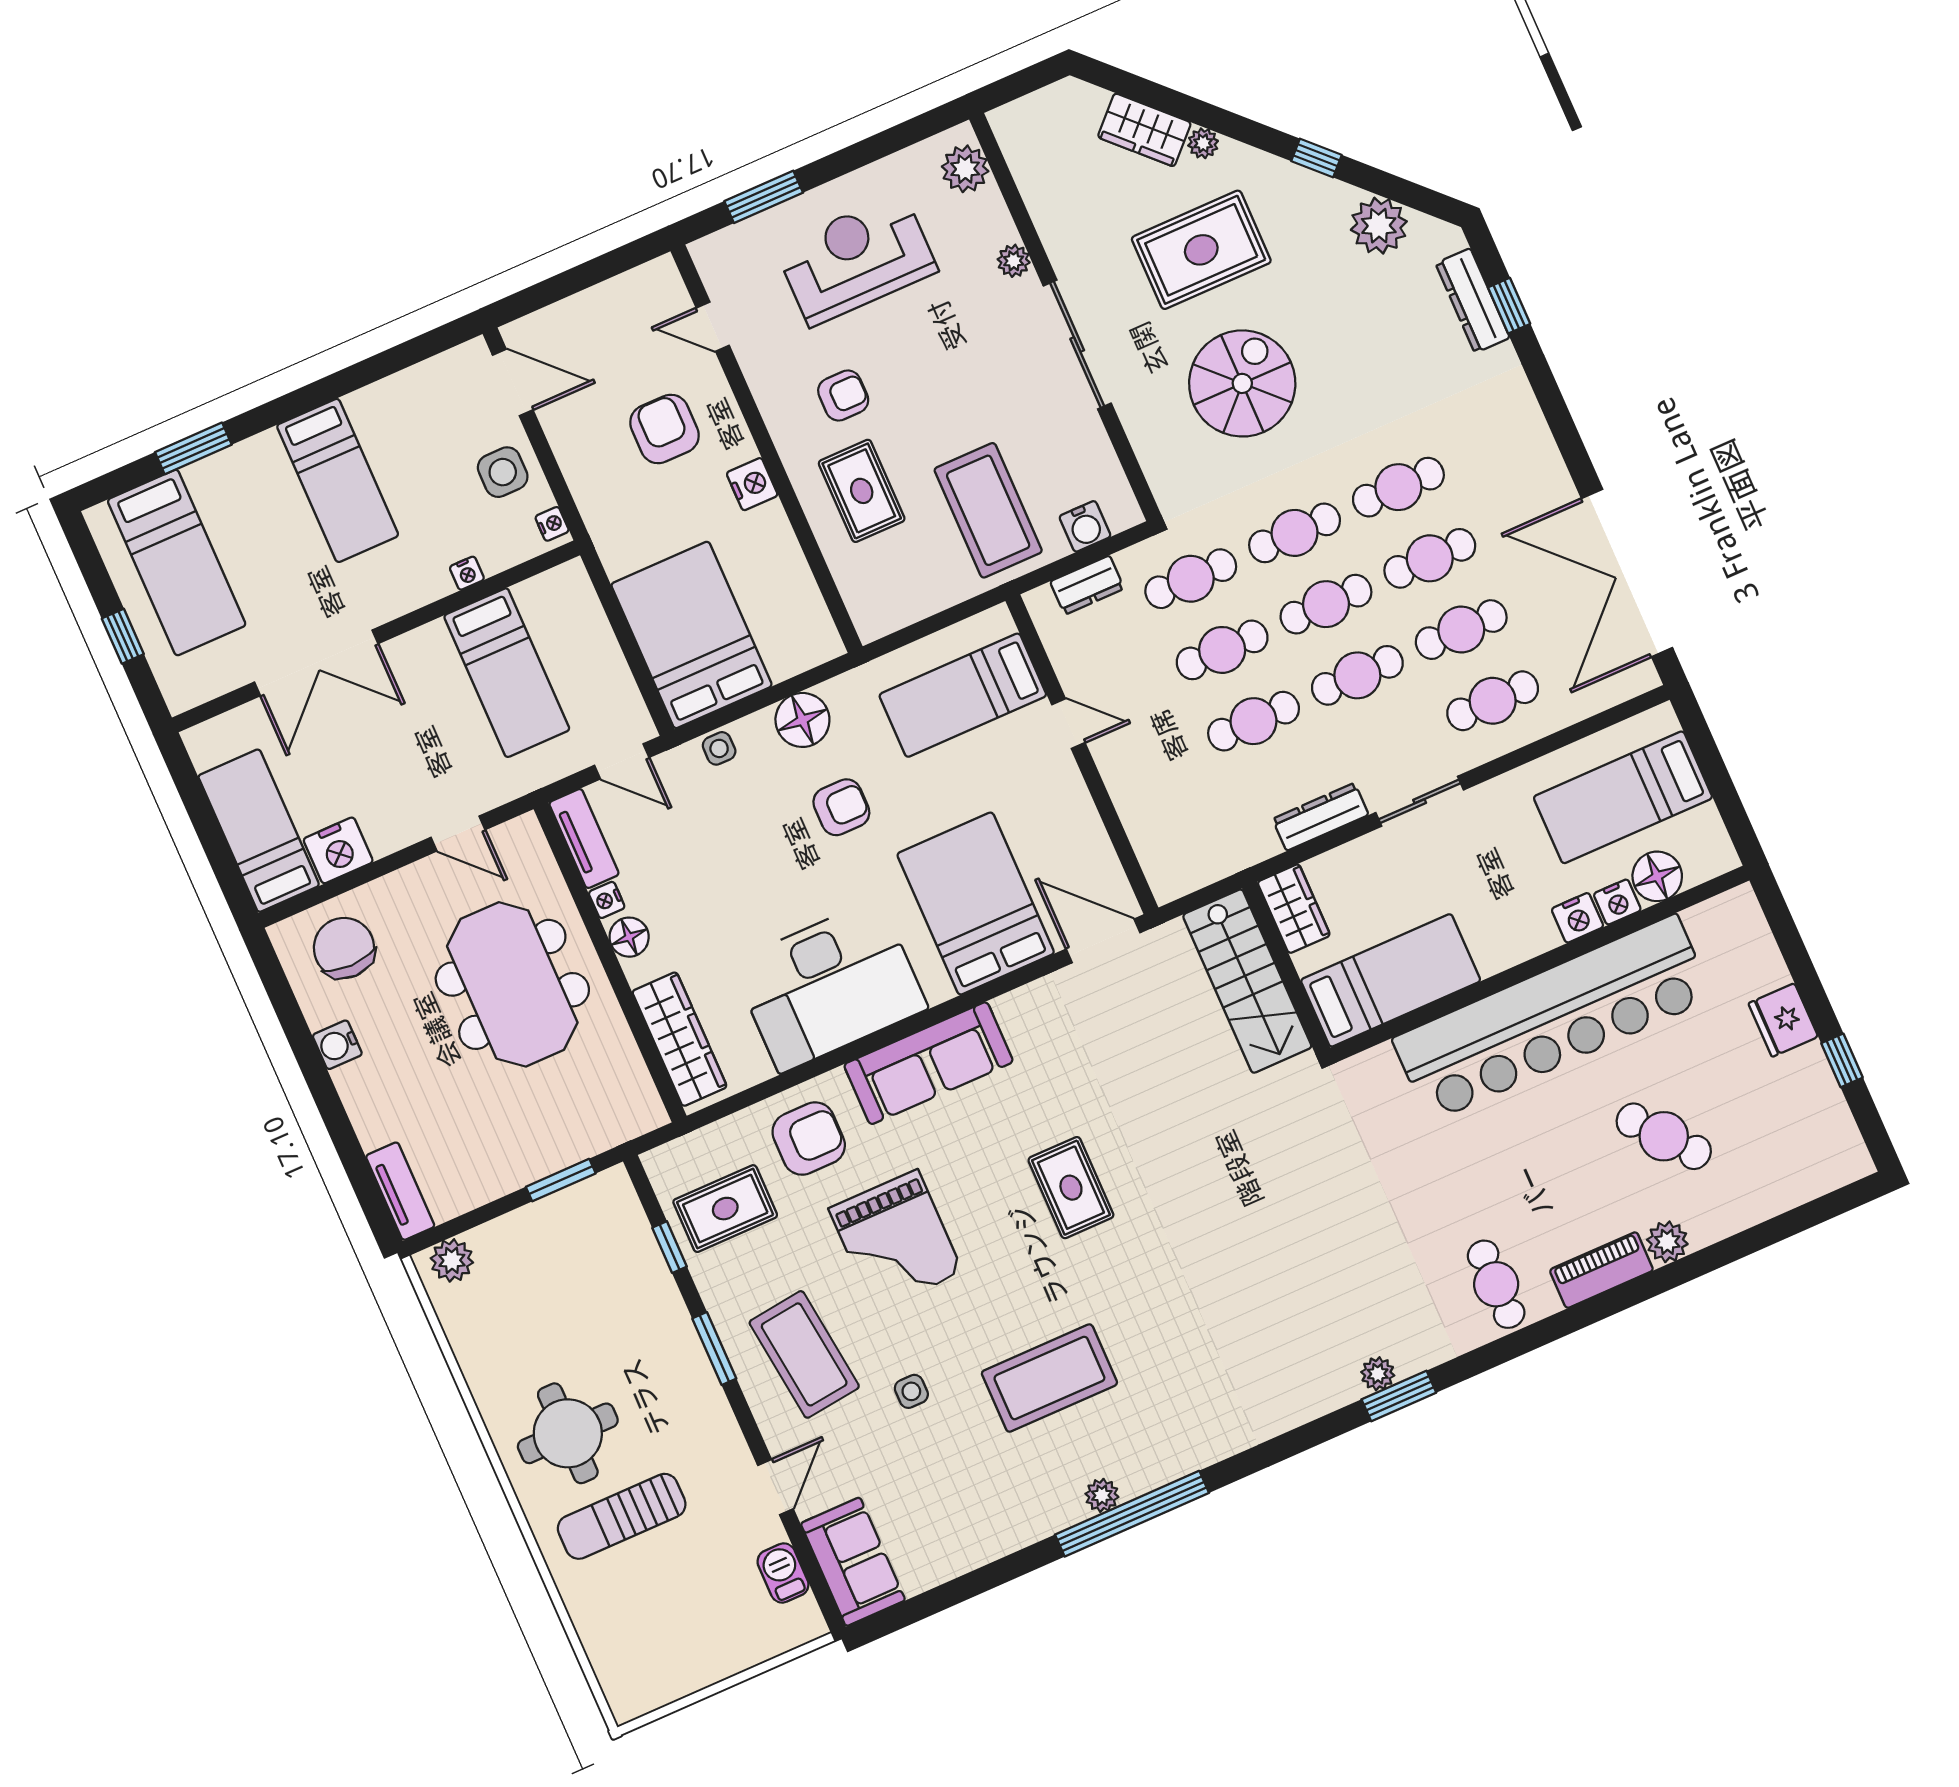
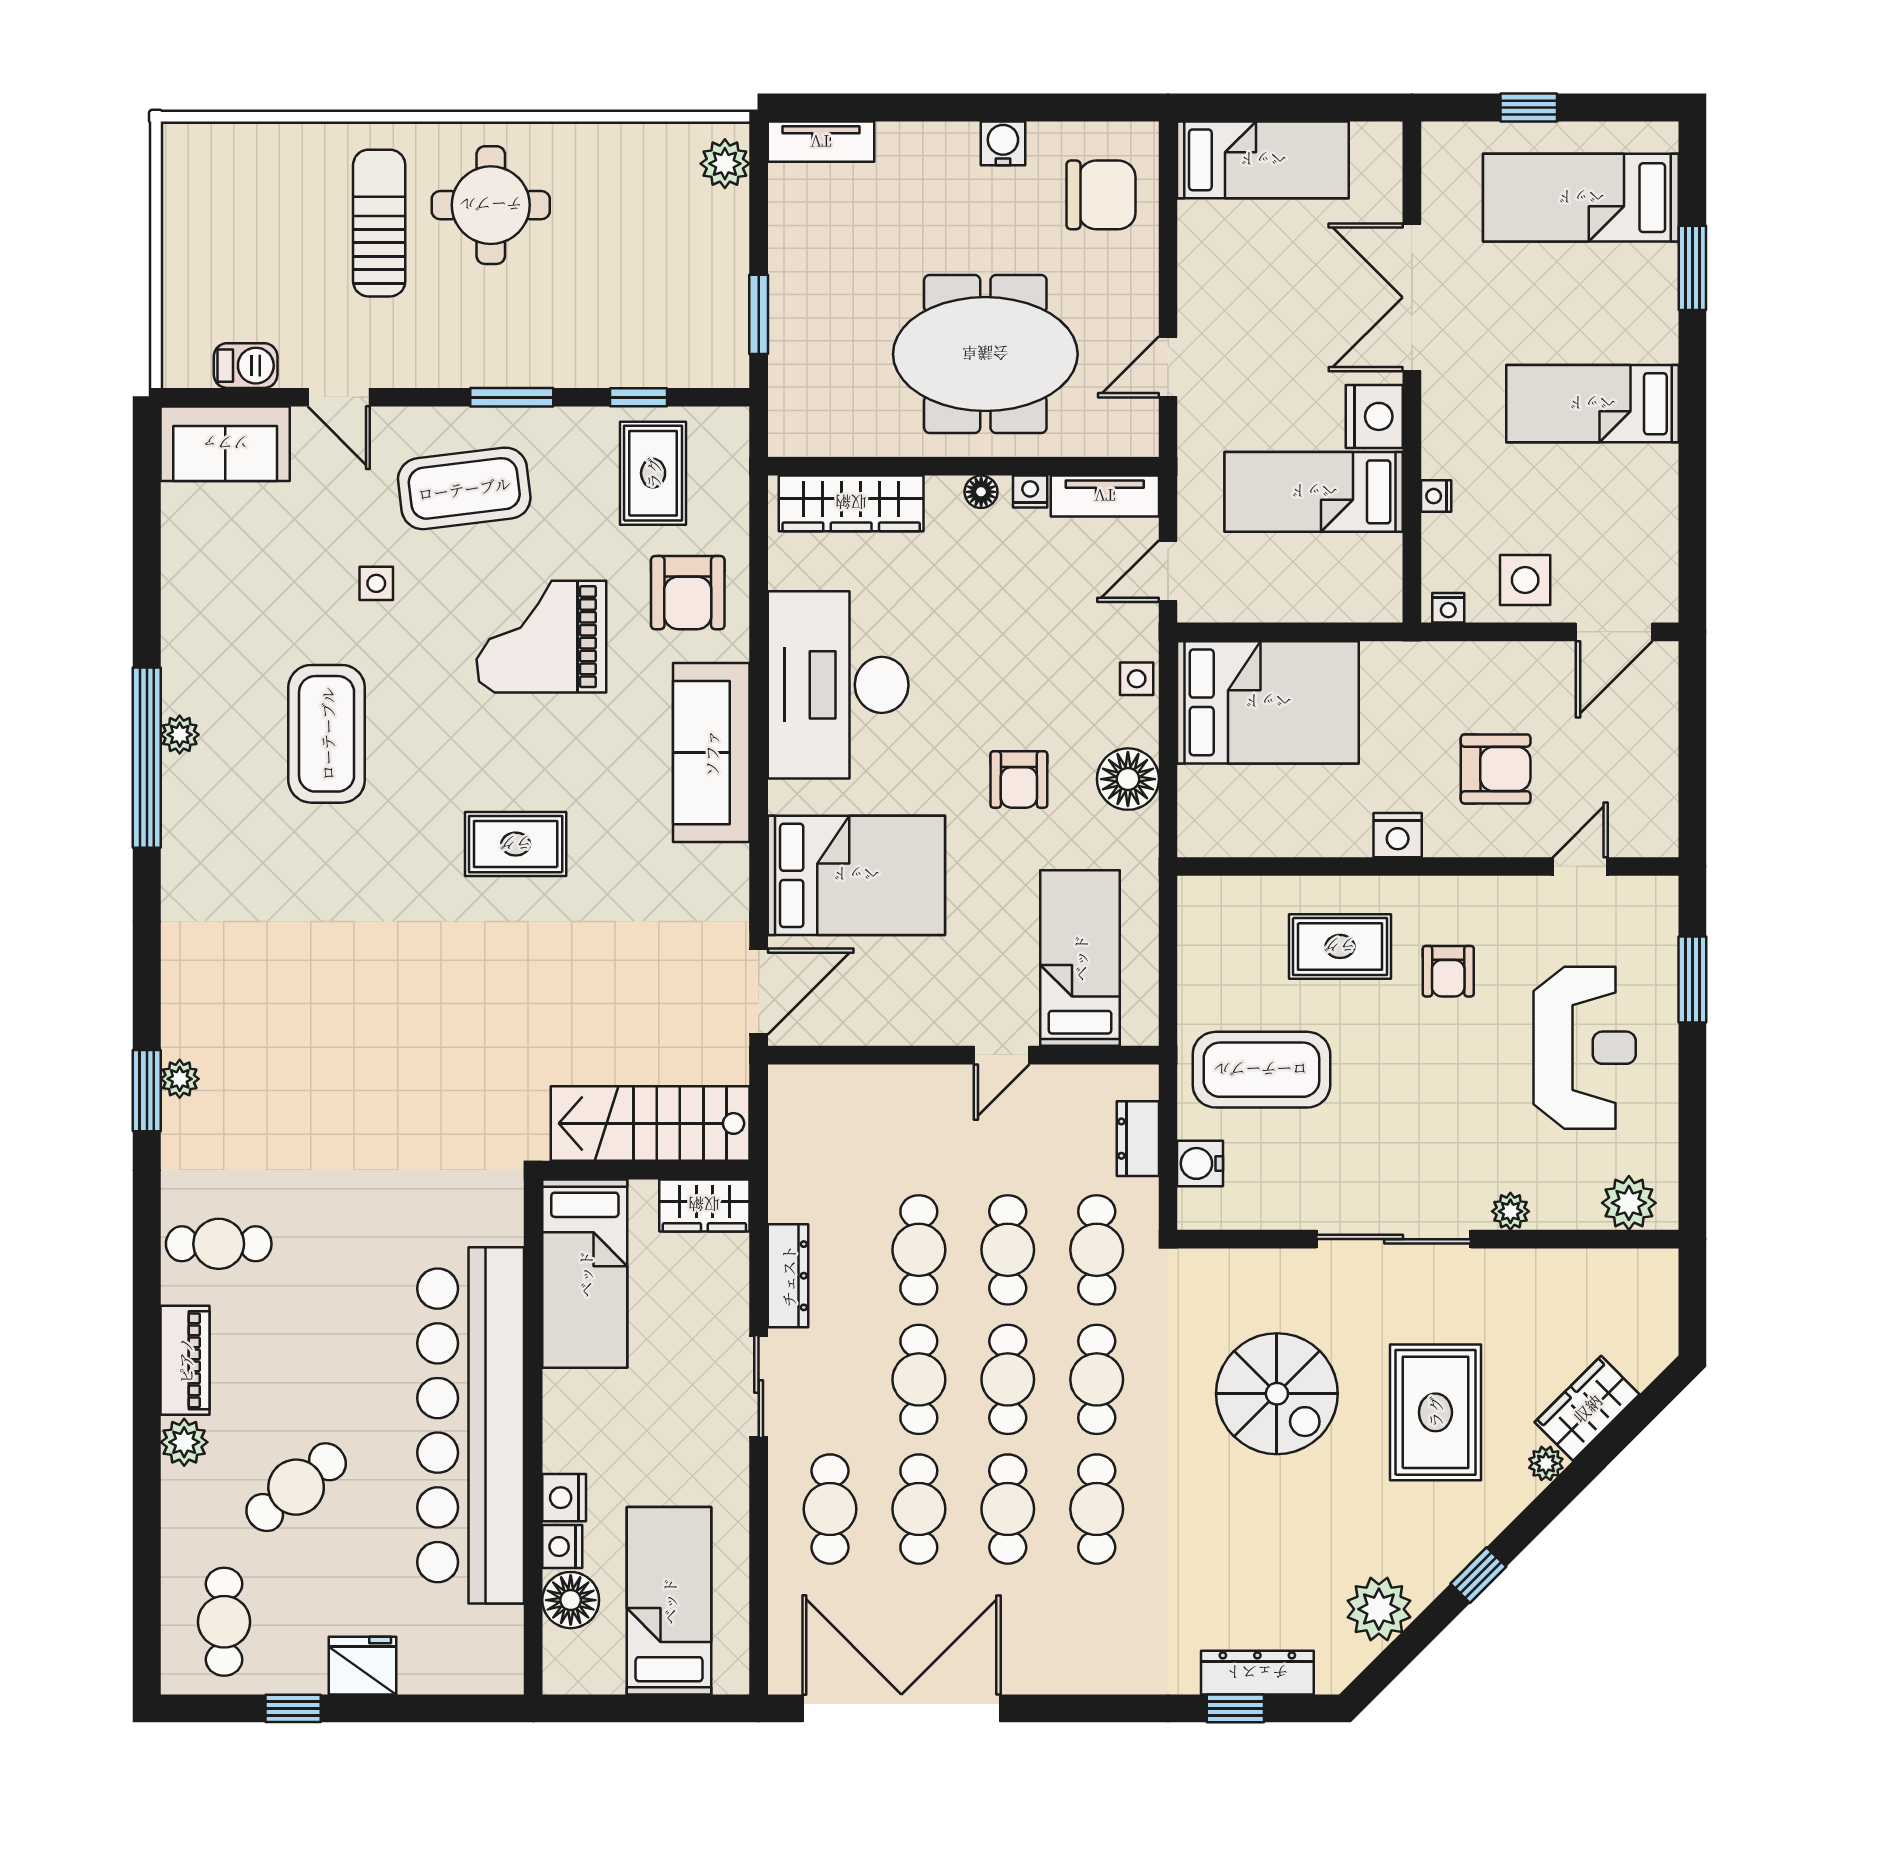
nightstand: (338, 850) -> (1374, 416), moved, turned 180
floor lamp: (629, 937) -> (981, 492), width x0.73, depth x0.73
cafe table: (1797, 1146) -> (224, 1622), added

